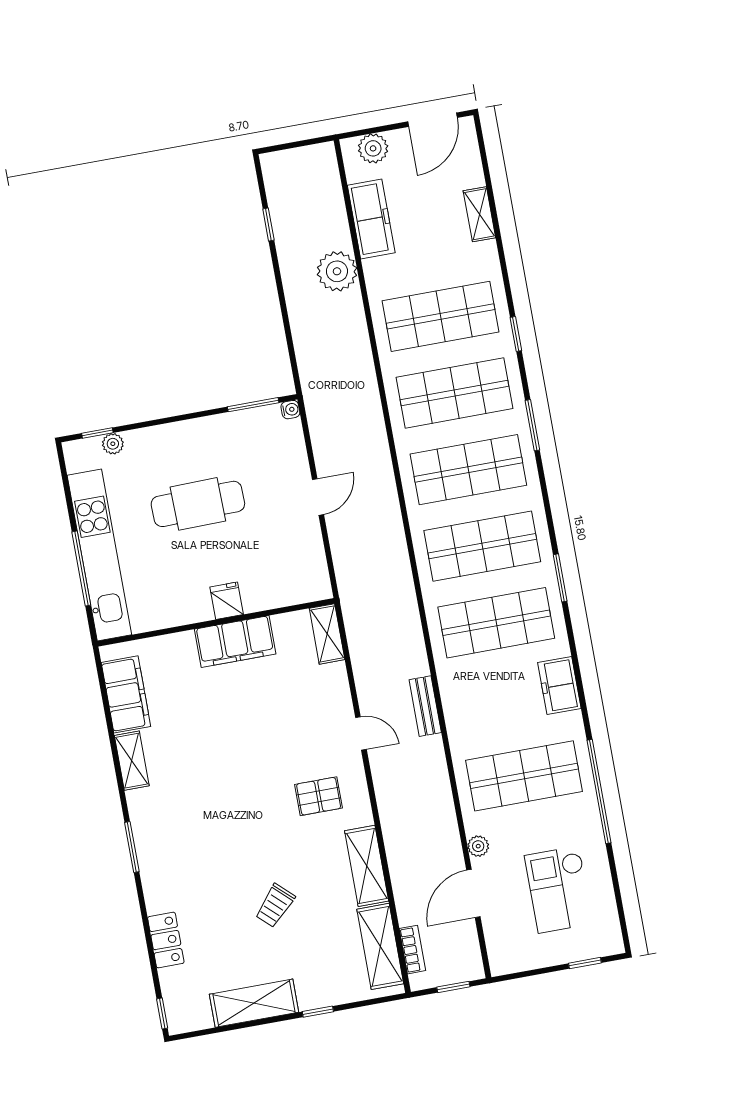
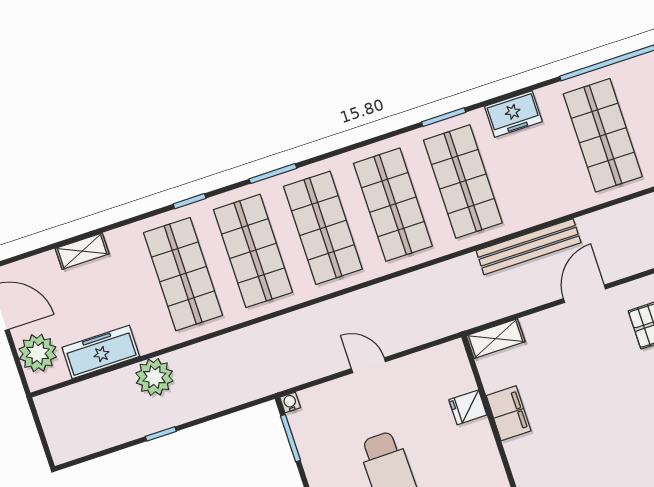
plant: (373, 148) -> (38, 353), width x1.36, depth x1.36
window: (268, 224) -> (161, 434), moved
window: (560, 578) -> (444, 117), moved
fridge: (227, 601) -> (468, 407), moved
filing cabinet: (235, 642) -> (509, 413), width x0.67, depth x0.86
bench: (425, 706) -> (529, 247), width x1.86, depth x1.21
door: (361, 733) -> (584, 294), width x1.38

